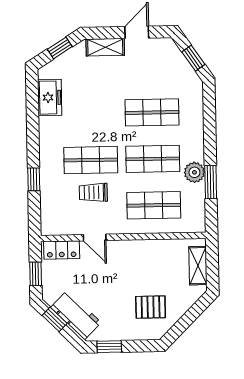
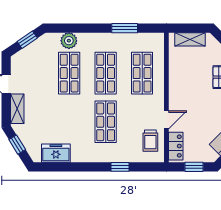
plant: (194, 172) -> (69, 41), moved
trolley: (93, 193) -> (150, 141), moved

